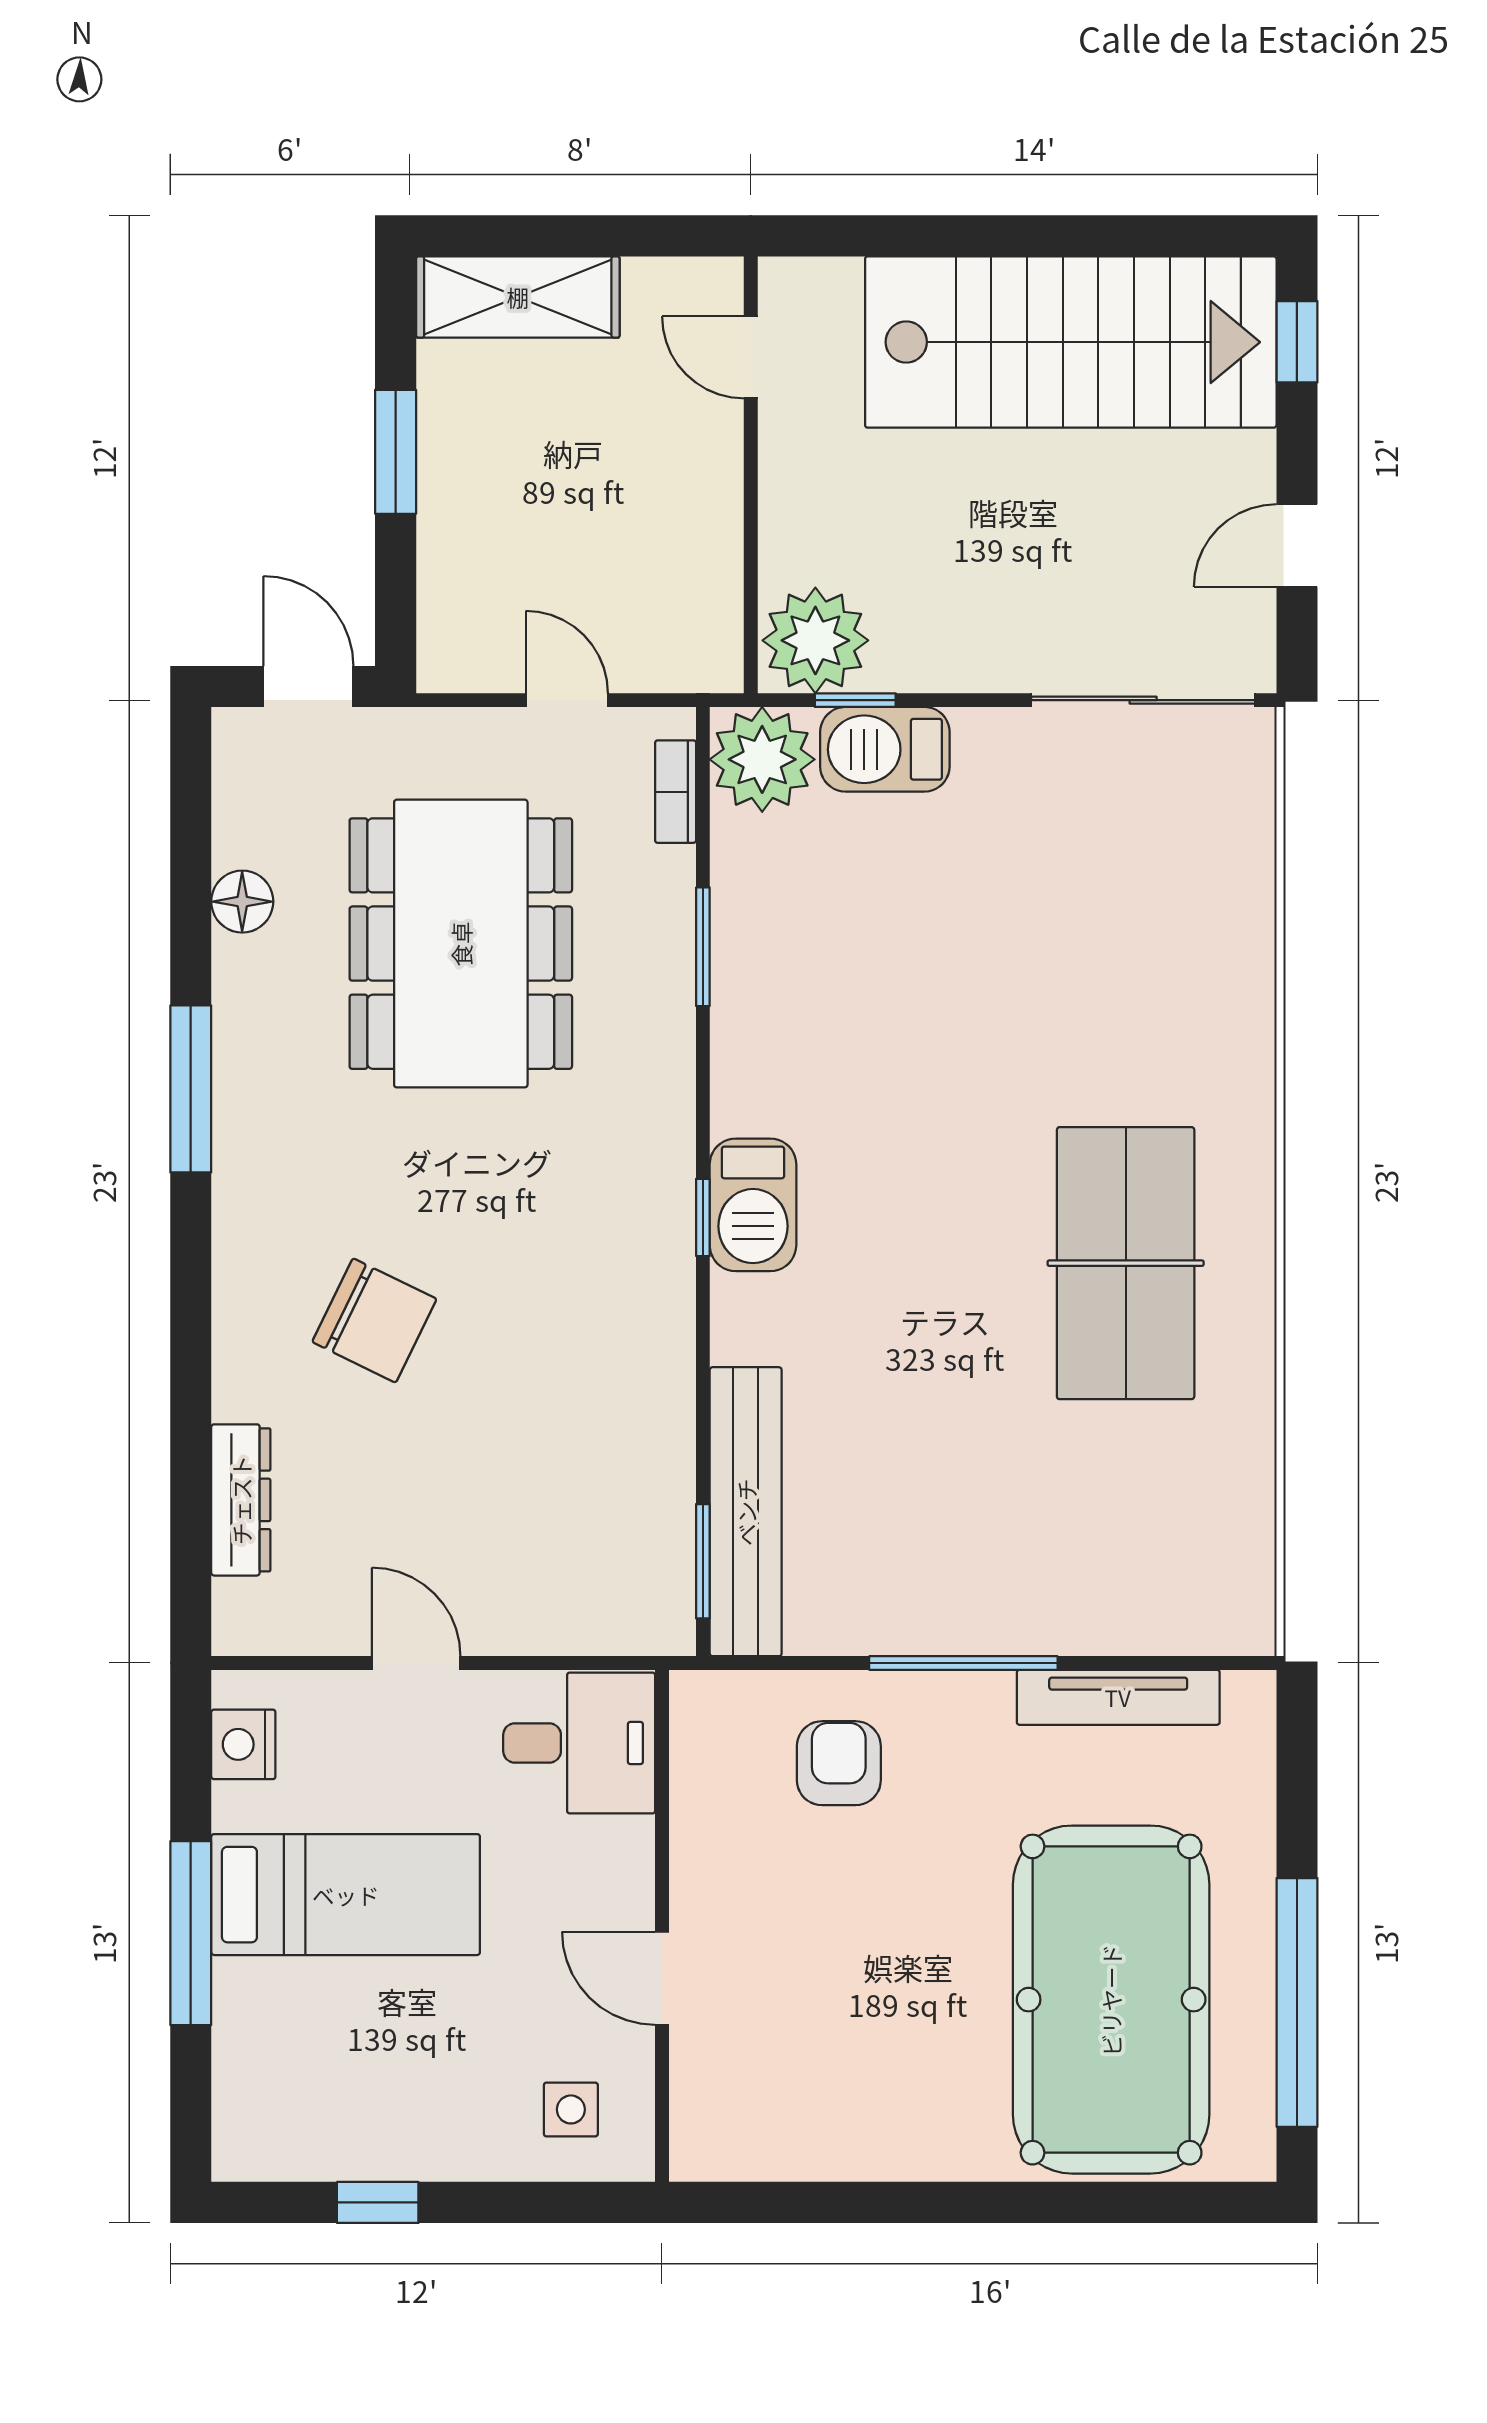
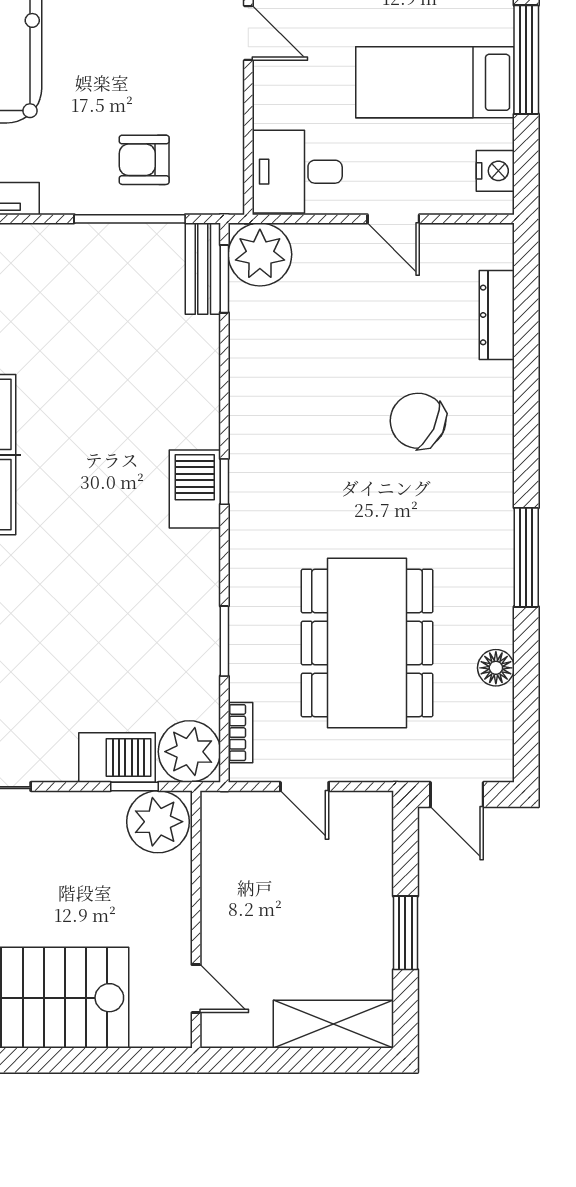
bench: (746, 1512) -> (203, 269), width x0.54, depth x0.82
plant: (642, 1603) -> (260, 254), added
window: (963, 1663) -> (130, 219), moved
armchair: (839, 1763) -> (144, 160), turned 90

